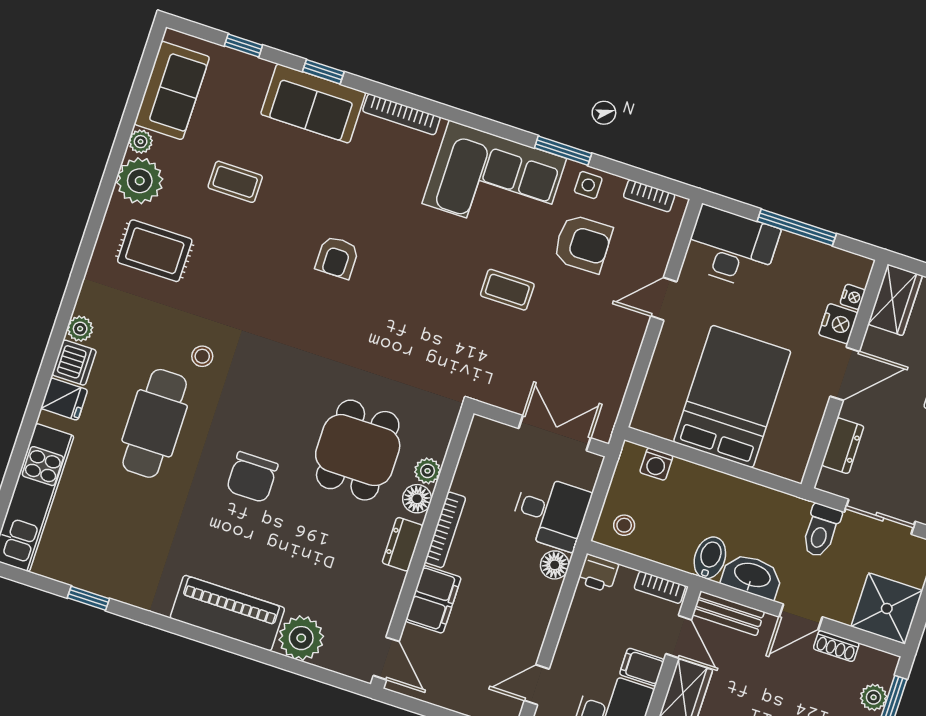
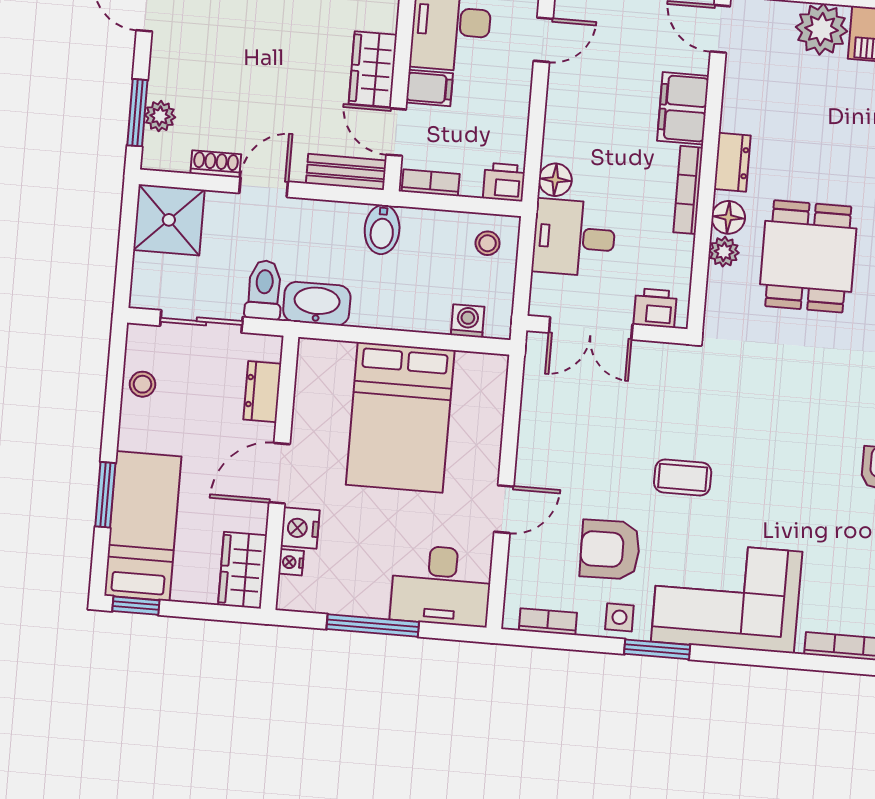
printer: (496, 437) -> (655, 308), added
washbasin: (752, 576) -> (317, 304), moved, turned 180

